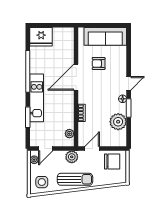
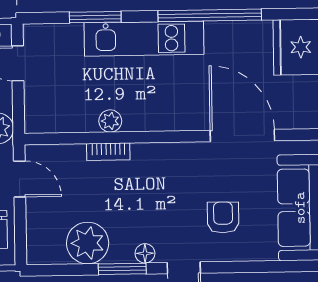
armchair: (99, 63) -> (223, 217), moved
door: (76, 77) -> (242, 136), moved
plant: (69, 134) -> (110, 121), moved

